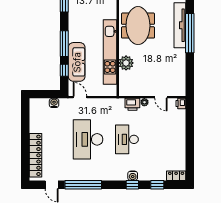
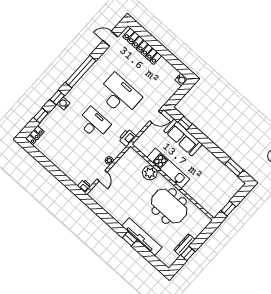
window: (190, 33) -> (130, 239), width x0.32
window: (64, 44) -> (204, 141), removed
kitchen unit: (110, 52) -> (168, 168), width x0.73
door: (161, 97) -> (102, 176), swing flipped
water cooler: (54, 103) -> (181, 80), moved
printer: (132, 104) -> (127, 138), moved
window: (83, 185) -> (81, 72), moved

